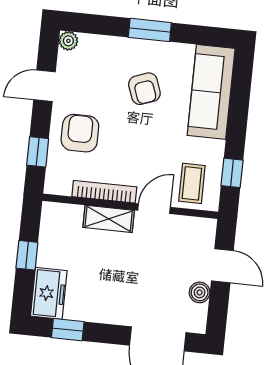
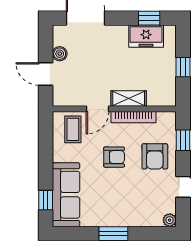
armchair: (144, 89) -> (114, 157), moved, turned 110
window: (232, 173) -> (46, 200), moved
freezer: (49, 293) -> (146, 36), moved, turned -90

